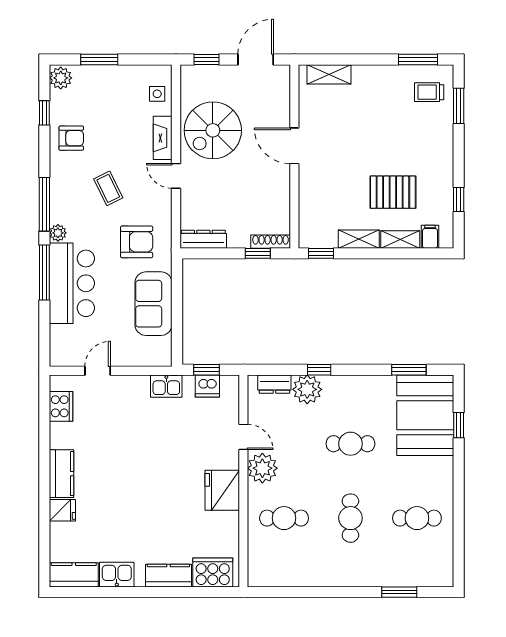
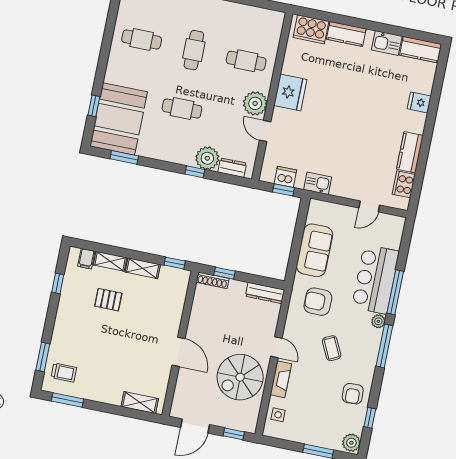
spiral stairs: (213, 130) -> (240, 377), turned 180
armchair: (71, 138) -> (353, 394), turned -93
pallet: (393, 192) -> (108, 300), width x0.67, depth x0.71
kitchen counter: (62, 474) -> (410, 152), moved

